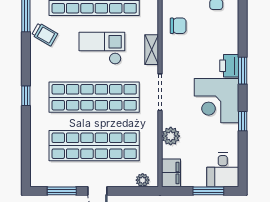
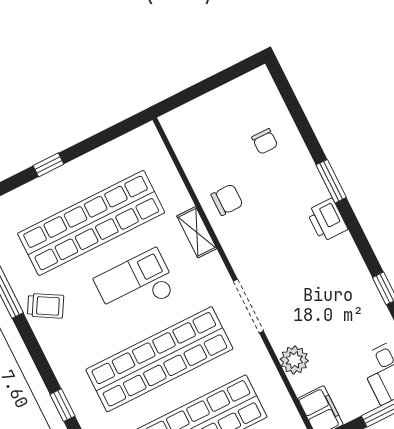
shelving: (152, 50) -> (197, 232), moved
window: (243, 71) -> (331, 181), moved
corner desk: (217, 101) -> (334, 278), removed

